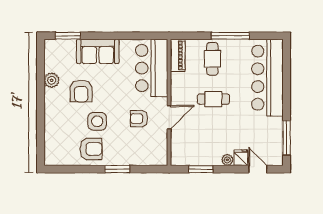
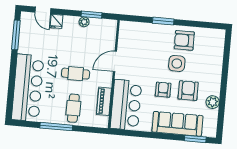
sofa: (98, 51) -> (177, 124), width x1.36
piano: (178, 55) -> (104, 101), moved
armchair: (139, 119) -> (163, 90), moved, turned -90
plant: (227, 160) -> (84, 22), moved

